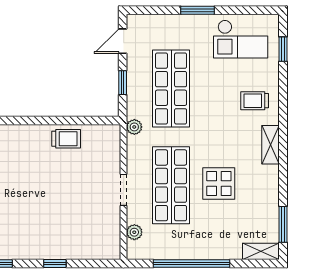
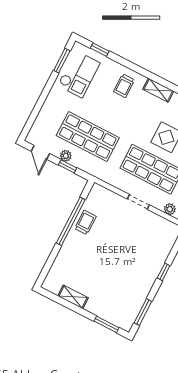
window: (197, 10) -> (62, 61), moved
window: (58, 120) -> (71, 221), added
plant: (134, 127) -> (66, 156), moved

